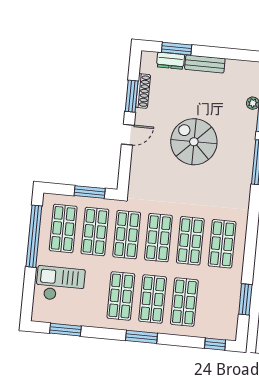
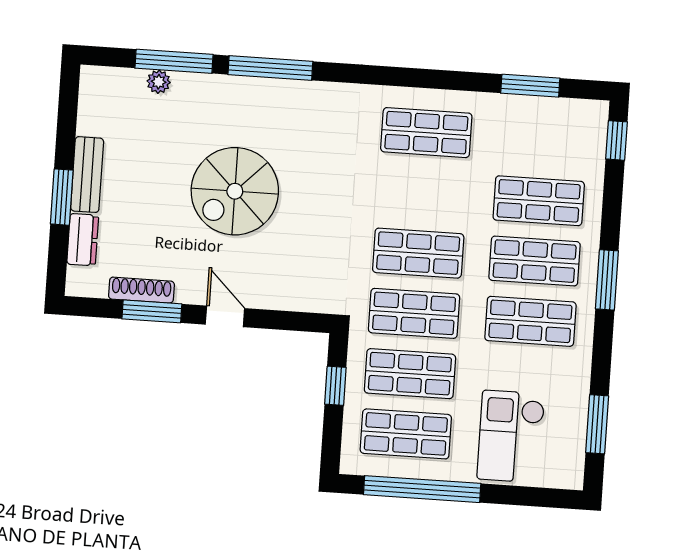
window: (177, 49) -> (62, 197), moved
window: (90, 192) -> (335, 386), width x0.67
shop shelf: (190, 241) -> (422, 193), removed

